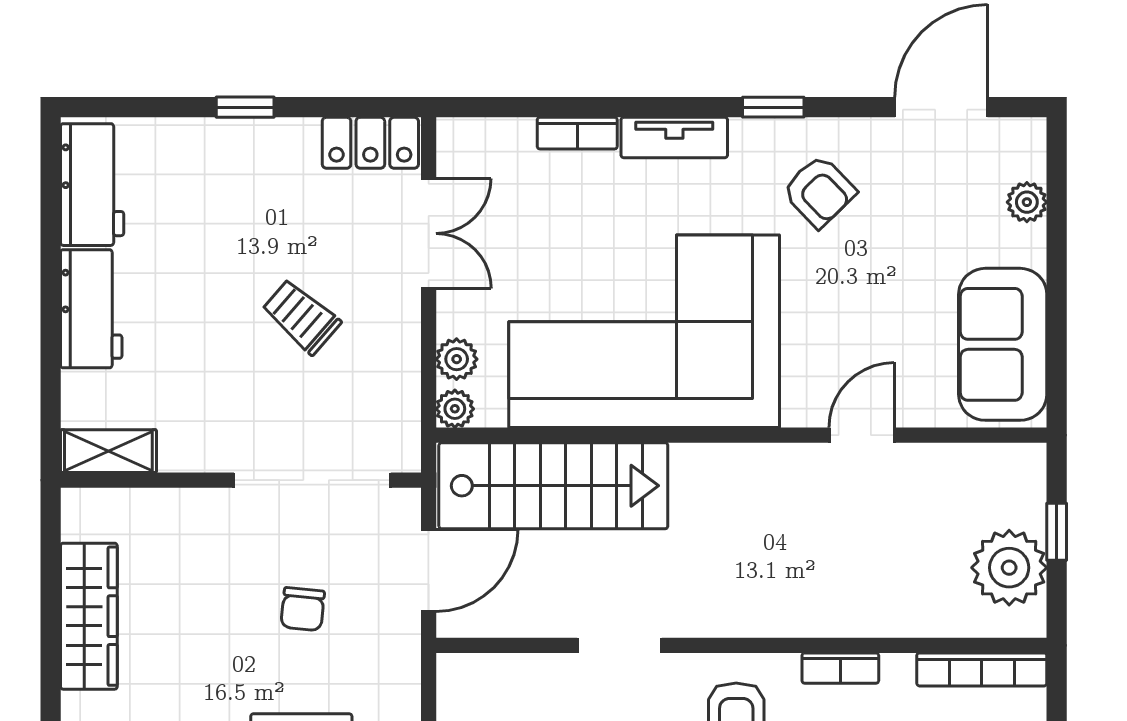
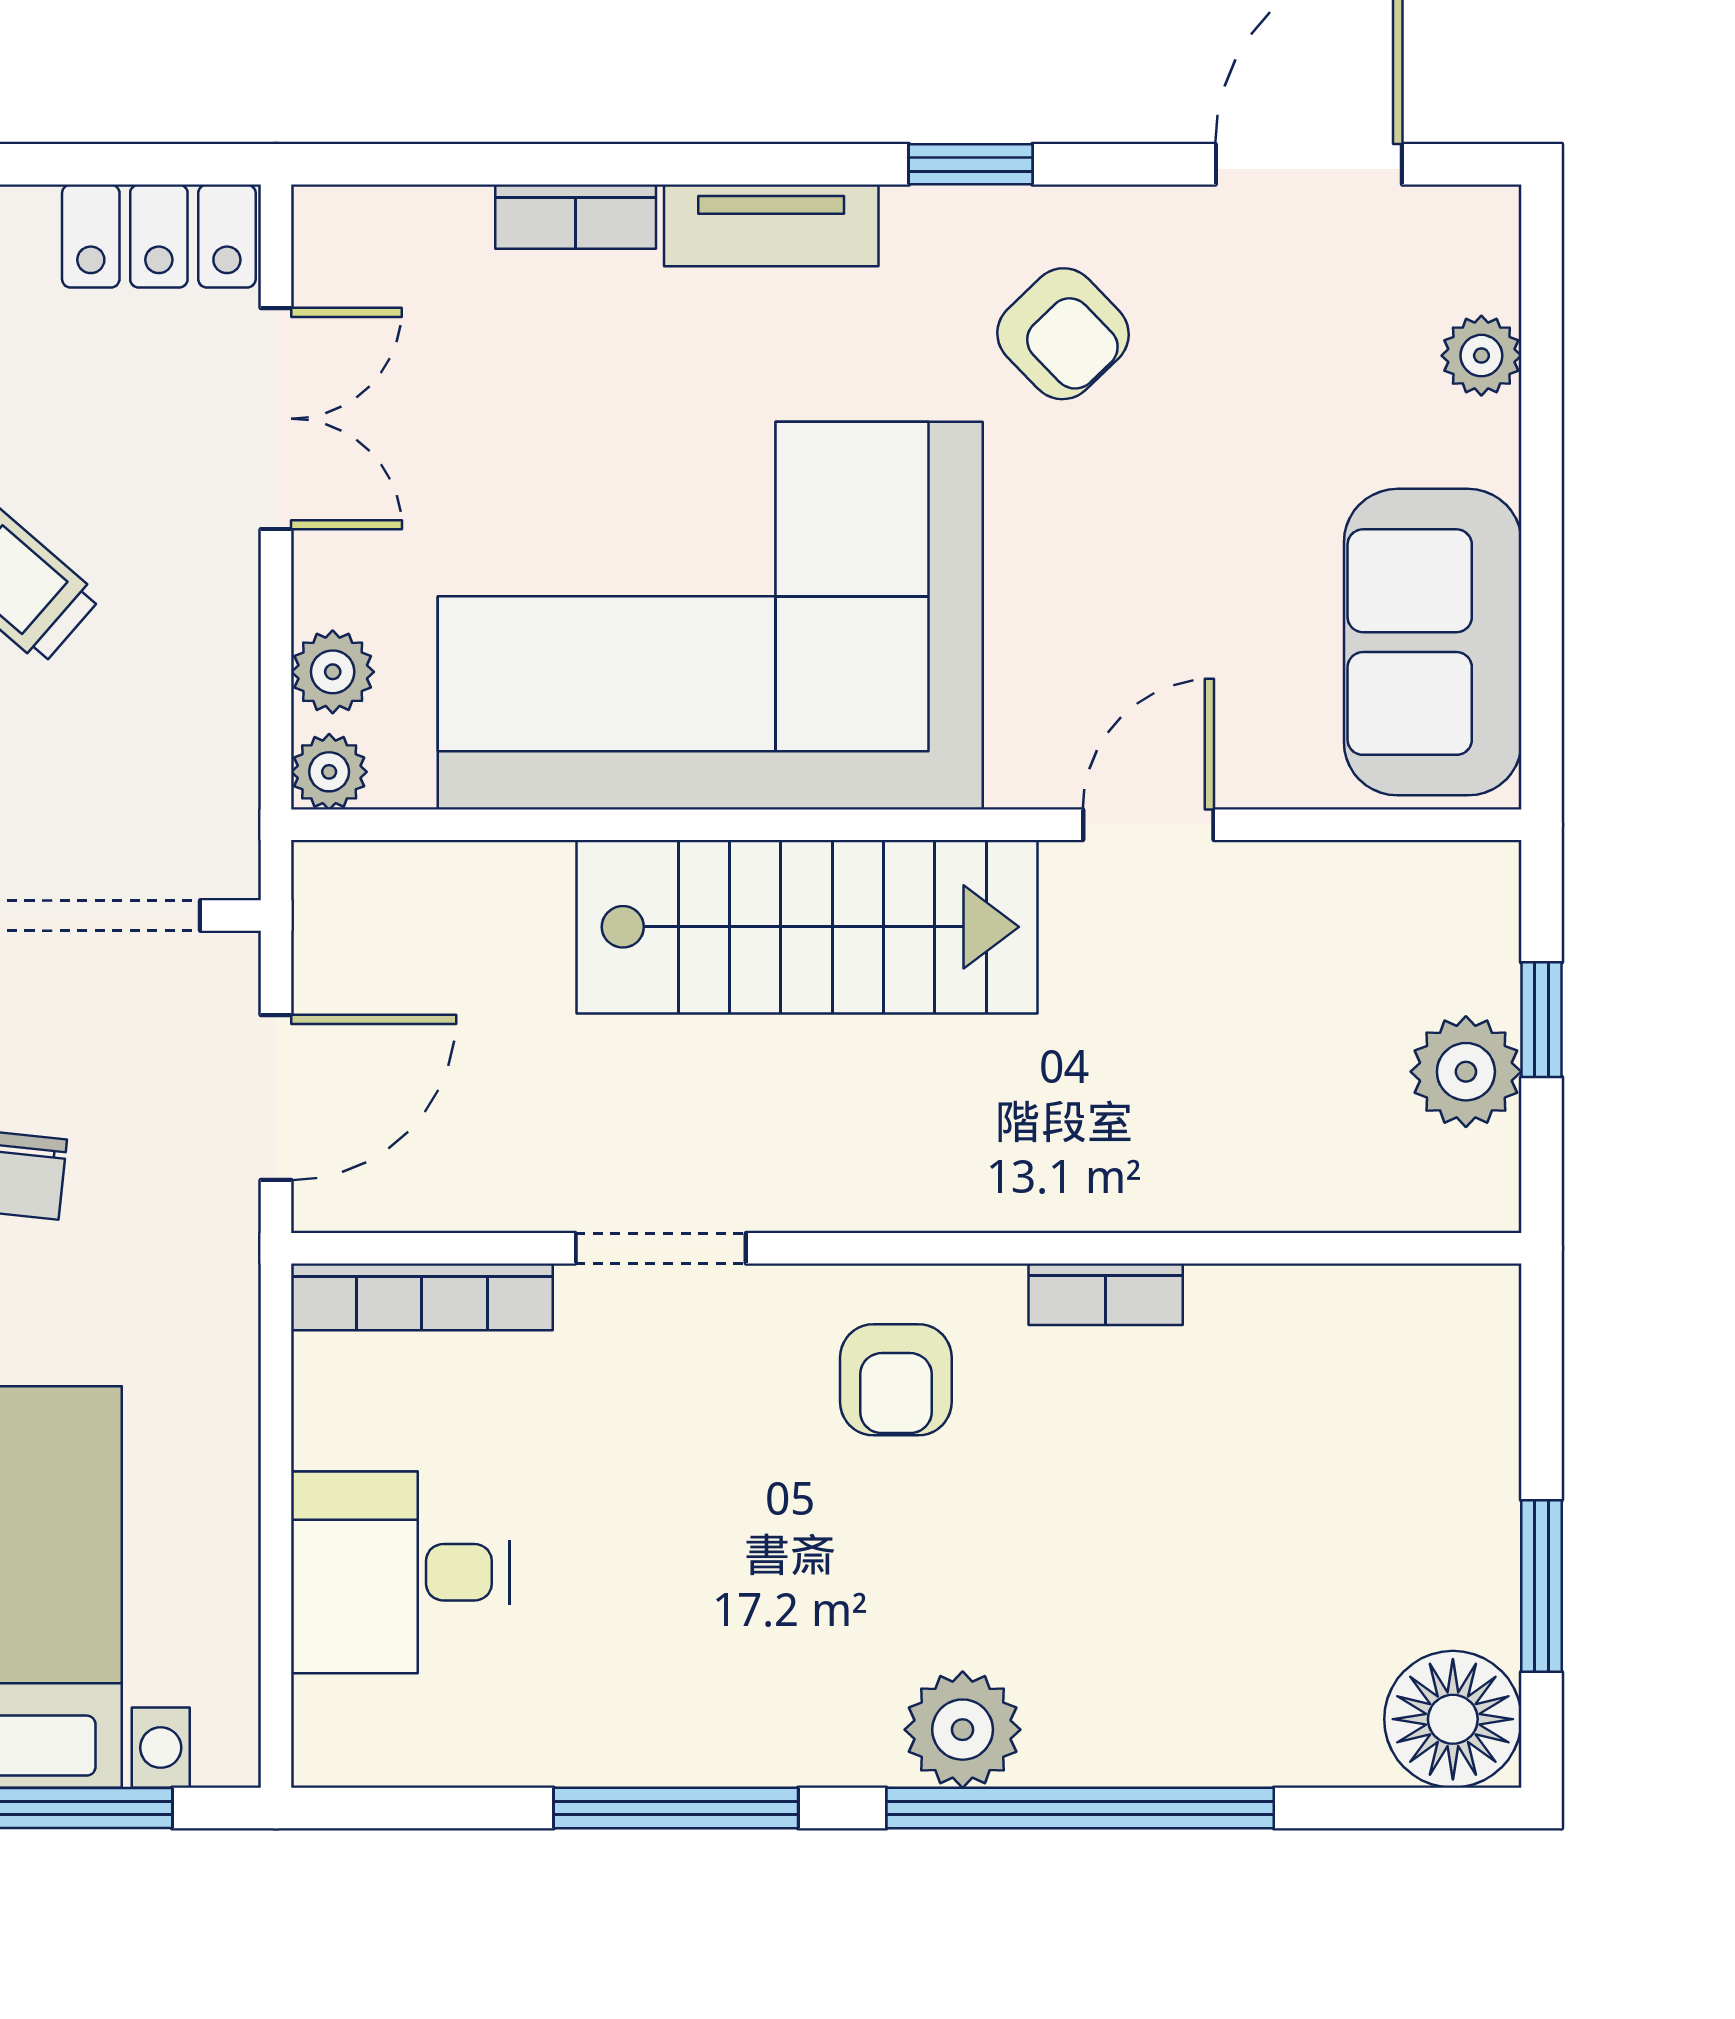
stairs: (553, 486) -> (807, 927), moved
plant: (1009, 568) -> (1466, 1072), width x0.73, depth x0.73
bookcase: (982, 669) -> (422, 1297), moved

